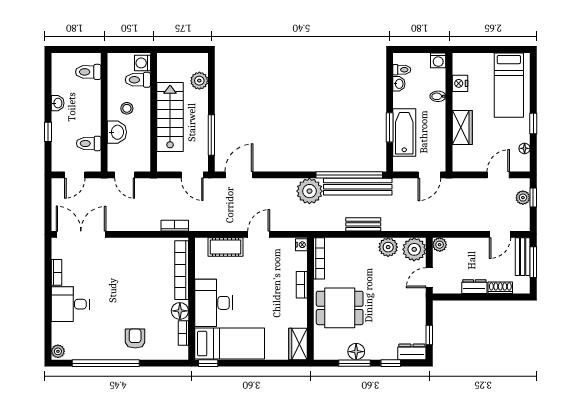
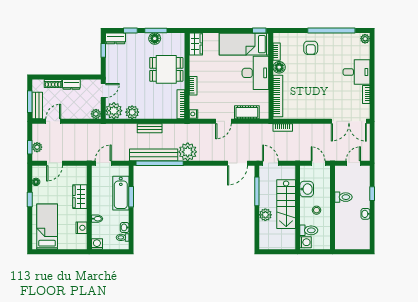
toilet: (88, 72) -> (344, 236), removed
plant: (199, 81) -> (265, 215), moved
washbasin: (117, 132) -> (307, 189), moved, turned 180
toilet: (89, 143) -> (343, 197), moved

